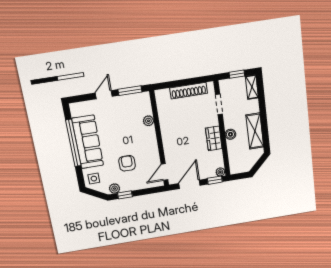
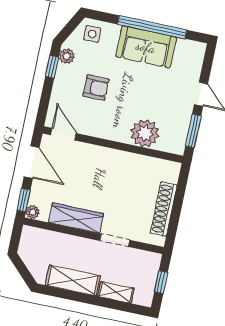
shelving: (252, 87) -> (116, 292), moved
doorway: (219, 104) -> (115, 240), moved
plant: (148, 121) -> (145, 133), width x1.87, depth x1.87
boiler: (230, 134) -> (81, 245), removed
wardrobe: (214, 138) -> (76, 218), width x1.50
sofa: (88, 142) -> (146, 47), width x0.73

